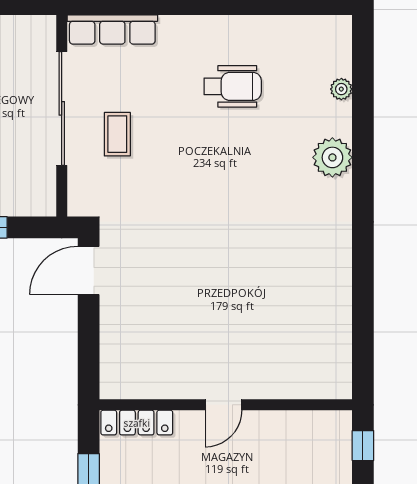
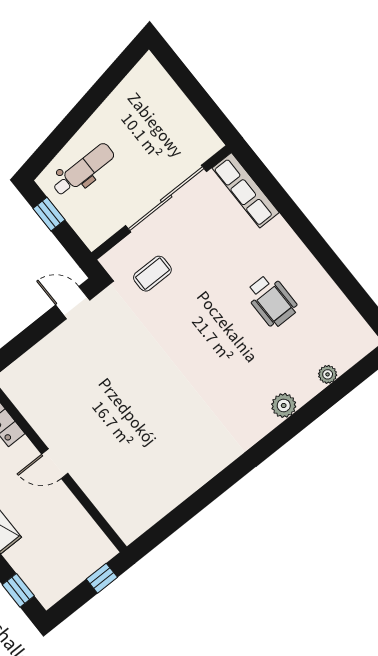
coffee table: (117, 134) -> (152, 274), moved
plant: (332, 157) -> (284, 405), width x0.73, depth x0.73
door: (89, 270) -> (73, 303), width x0.73

